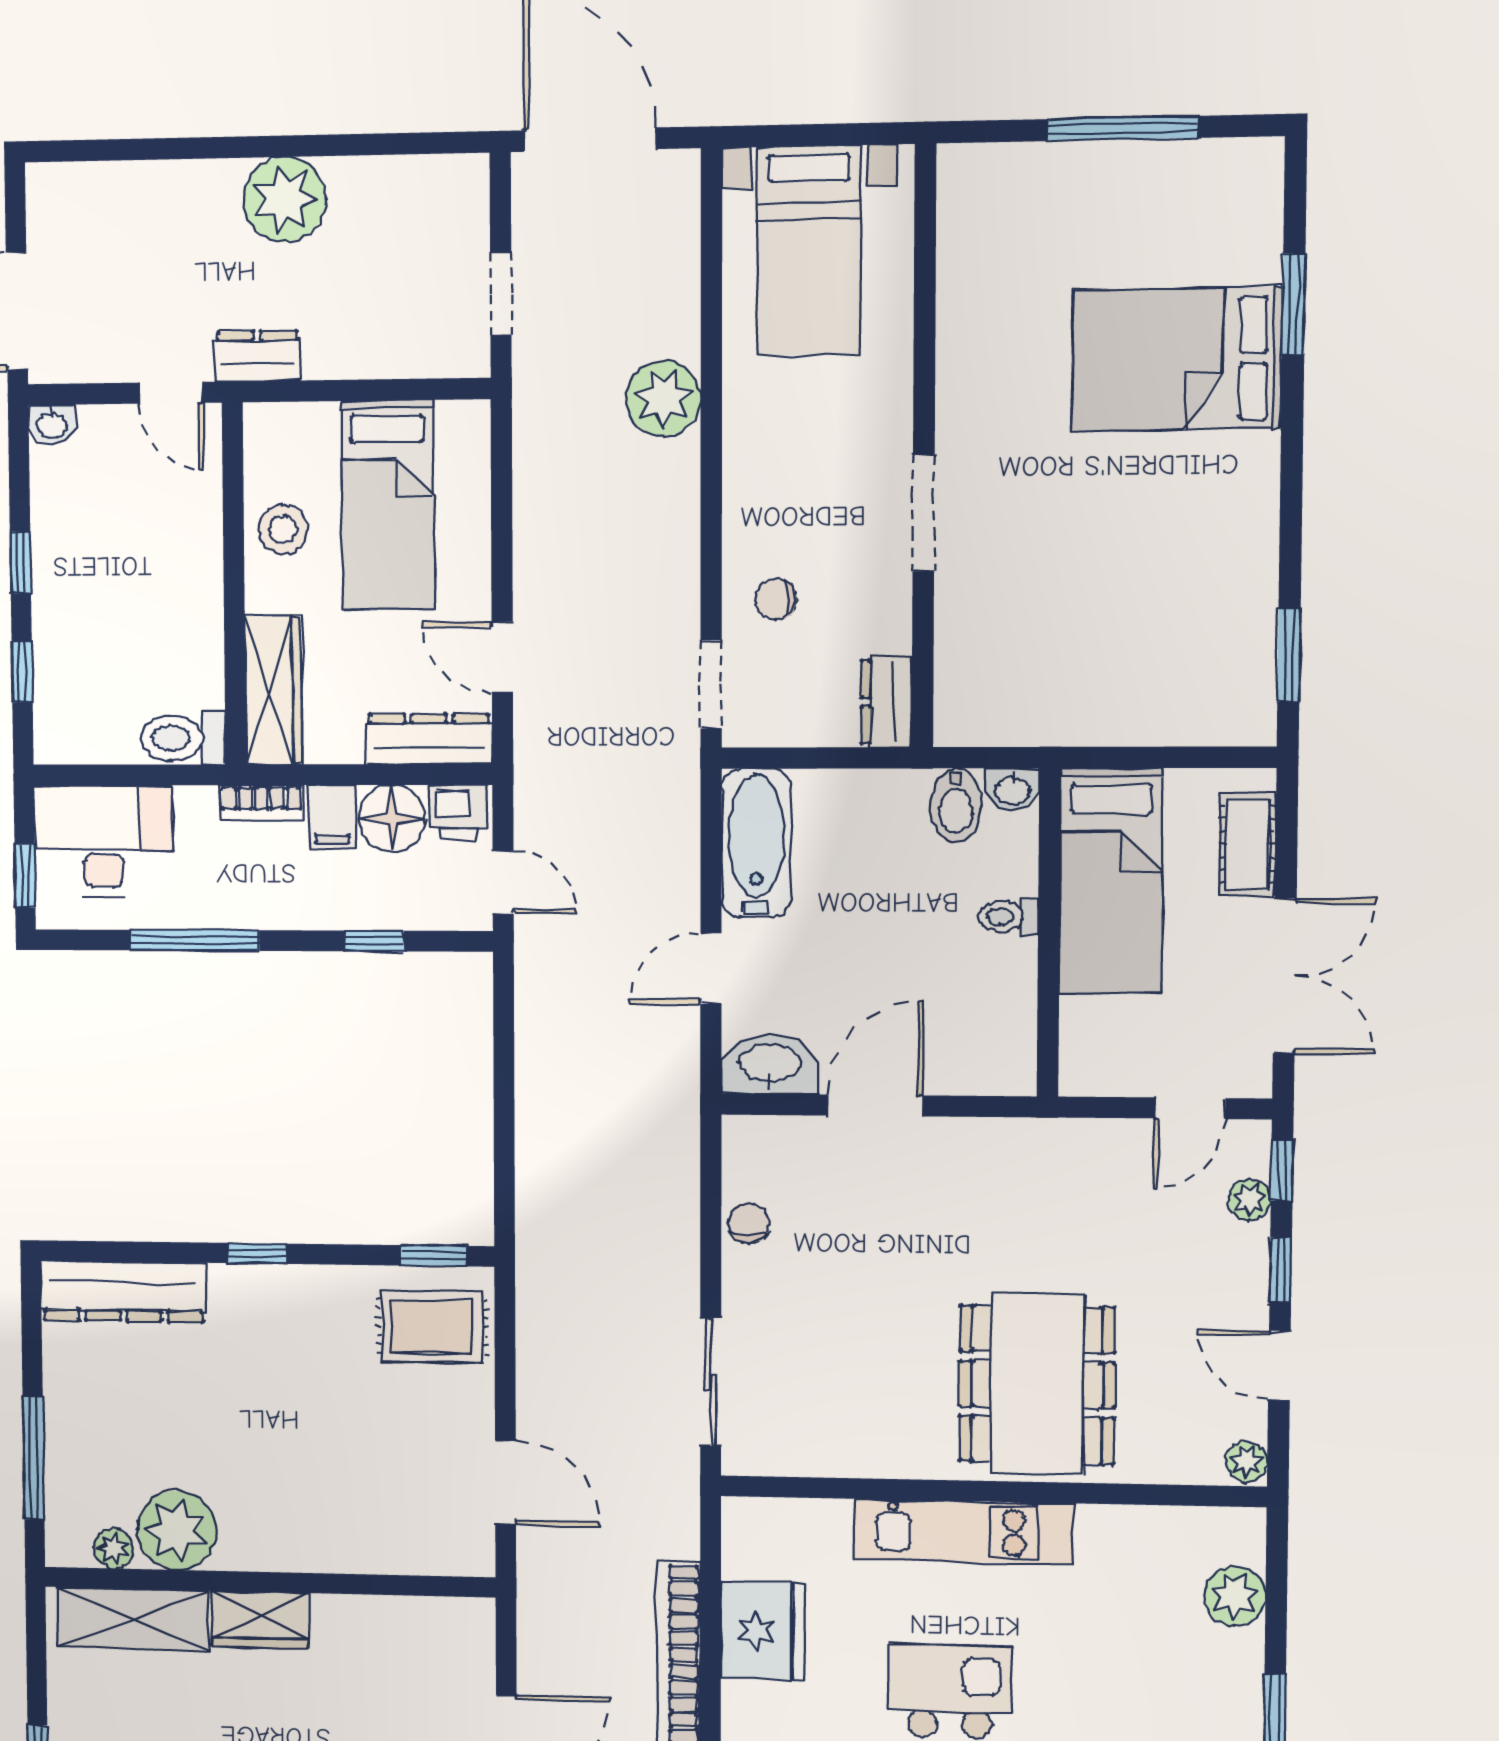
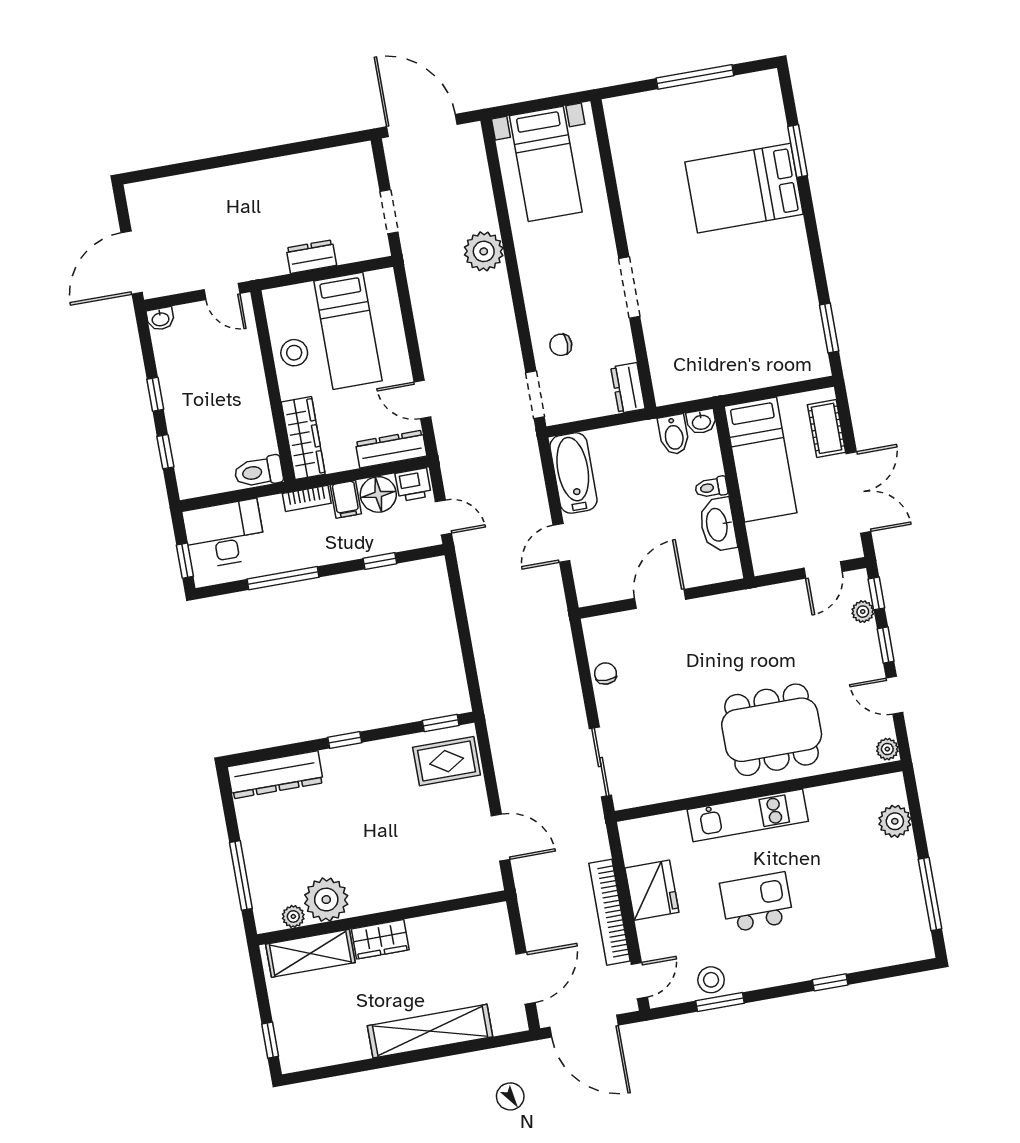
plant: (284, 200) -> (266, 182), removed
dresser: (257, 356) -> (311, 257), moved
washbasin: (770, 1065) -> (718, 525), moved, turned -90
dining table: (1037, 1385) -> (772, 730), turned 90

